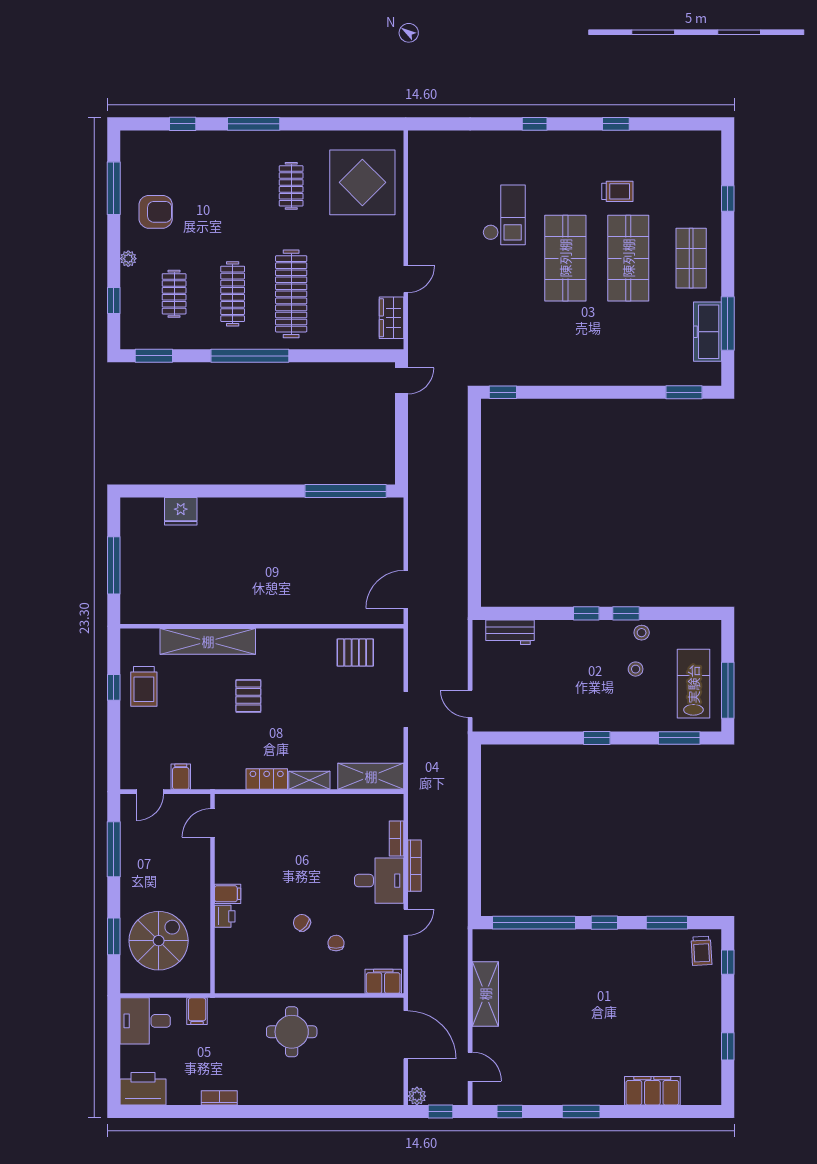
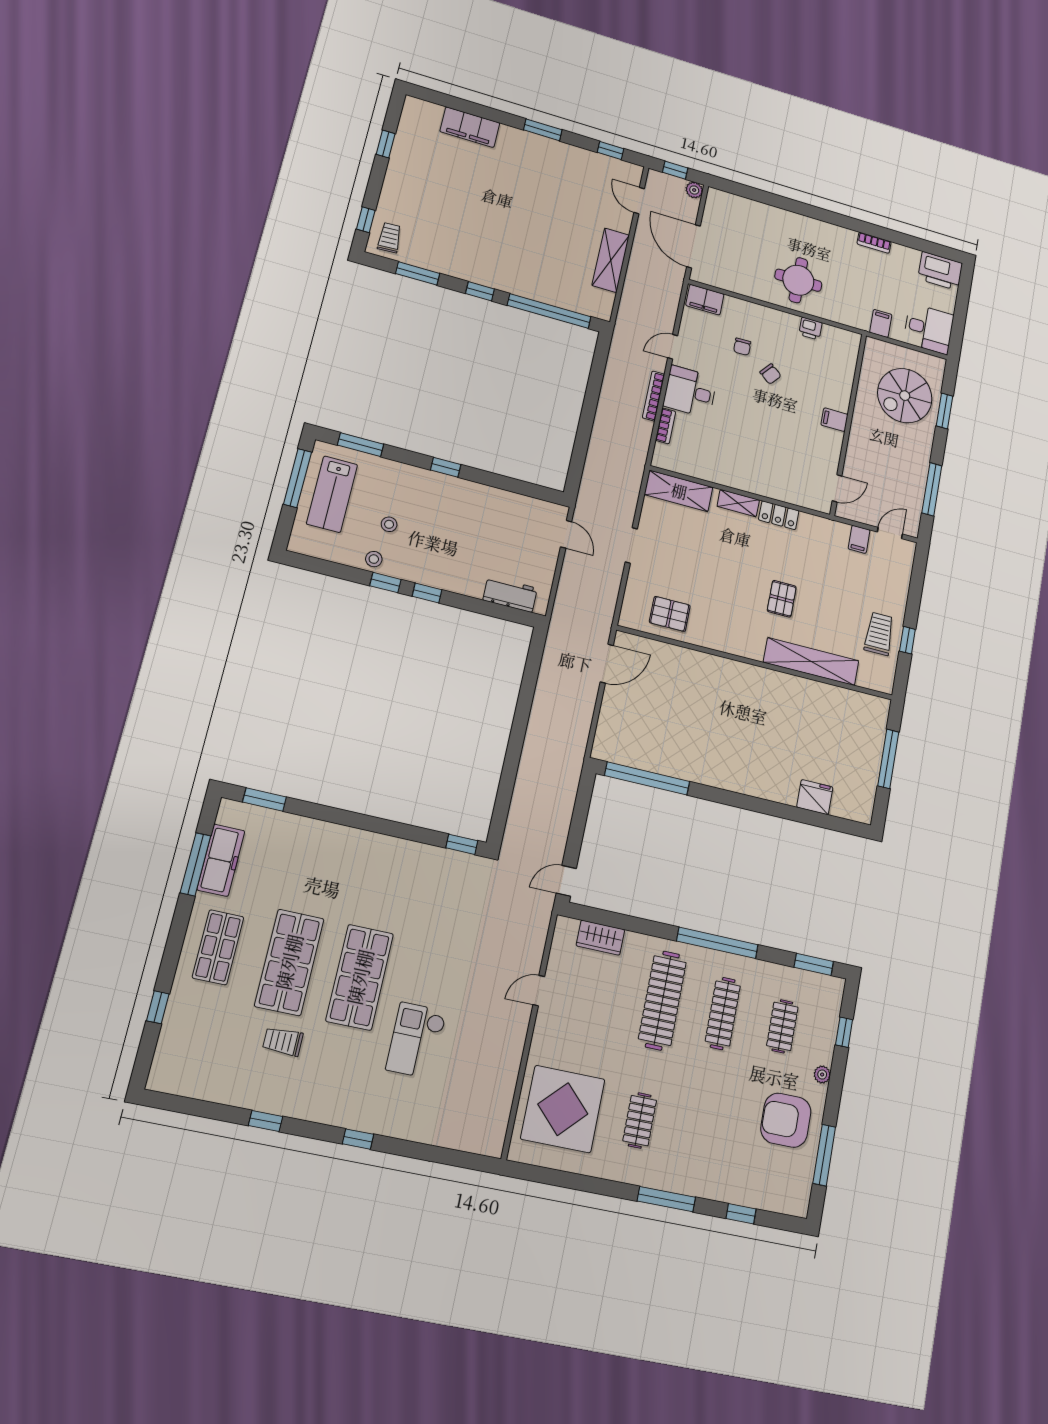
armchair: (156, 212) -> (786, 1120), width x1.36, depth x1.36
wardrobe: (392, 318) -> (600, 938), moved, turned 90
printer: (225, 916) -> (810, 329), moved, turned -90

